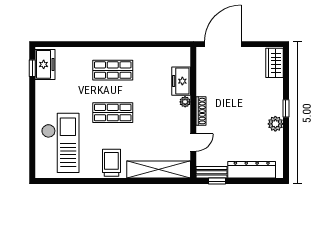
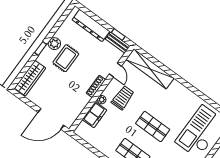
wardrobe: (275, 63) -> (30, 78), width x1.50
rug: (253, 117) -> (66, 58), added
door: (193, 142) -> (115, 70), swing flipped
trolley: (111, 163) -> (123, 98), moved, turned 180

